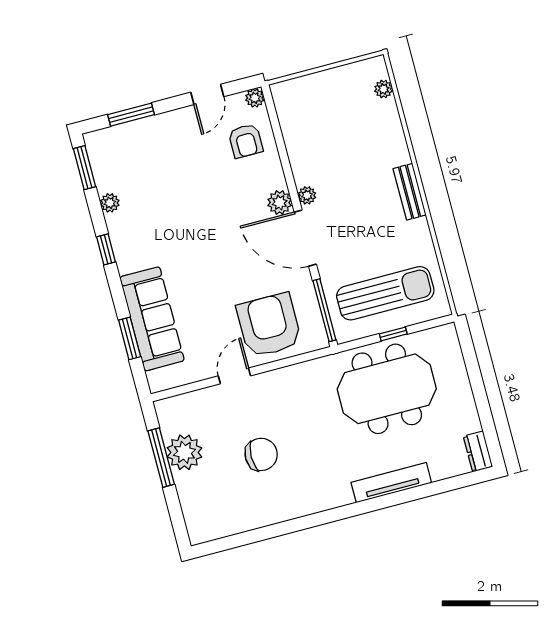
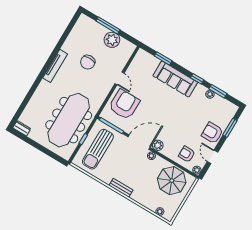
parasol: (314, 121) -> (172, 181), added
armchair: (169, 135) -> (212, 133), added
window: (84, 168) -> (218, 91), moved
sofa: (152, 319) -> (175, 79), moved
armchair: (269, 325) -> (124, 104), turned -90
meeting table: (387, 389) -> (69, 120), width x1.36
window: (161, 458) -> (108, 25), moved
tv unit: (391, 483) -> (55, 66), moved

